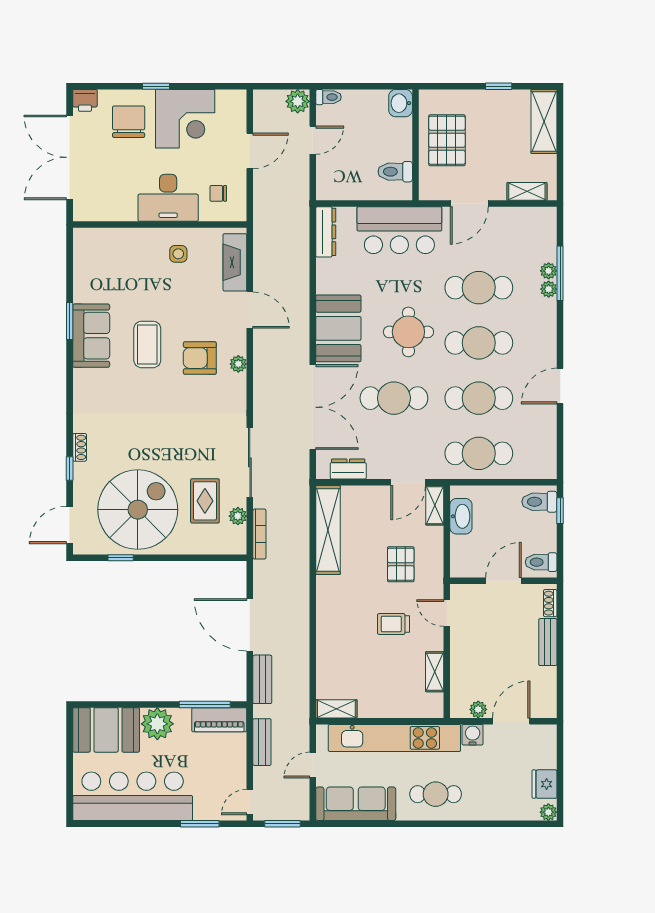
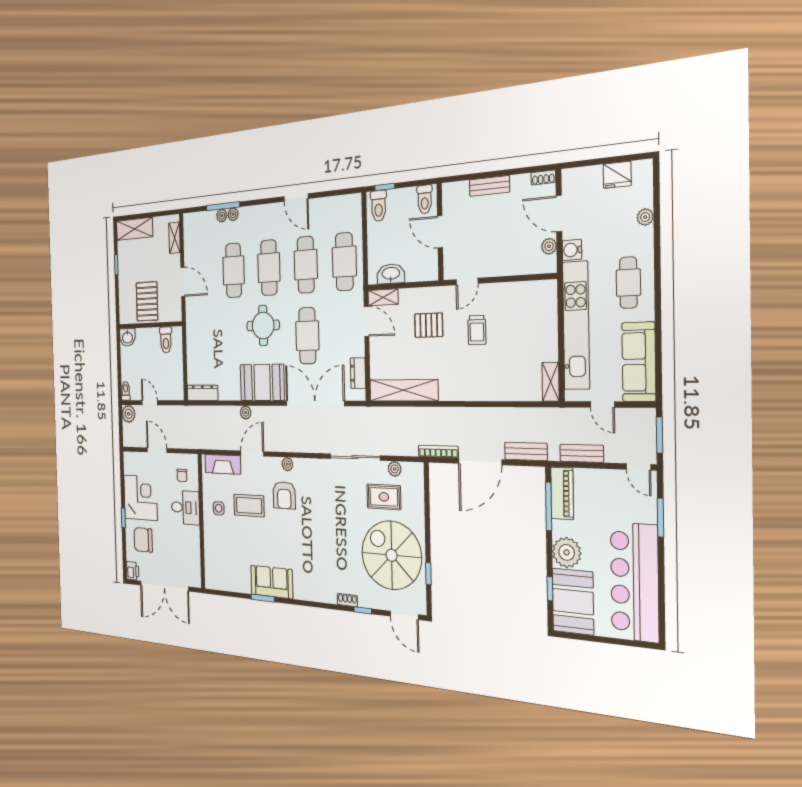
pallet: (447, 140) -> (147, 301), turned 90
desk: (168, 198) -> (185, 507), width x0.73
bar counter: (399, 230) -> (200, 335), removed
plant: (301, 301) -> (246, 413), added
coffee table: (147, 344) -> (249, 505), moved
bookcase: (259, 534) -> (438, 451), moved
shoe rack: (550, 603) -> (543, 178), moved
shelving: (435, 672) -> (517, 290), removed
window: (117, 704) -> (550, 589), added
plant: (548, 812) -> (645, 217), moved

